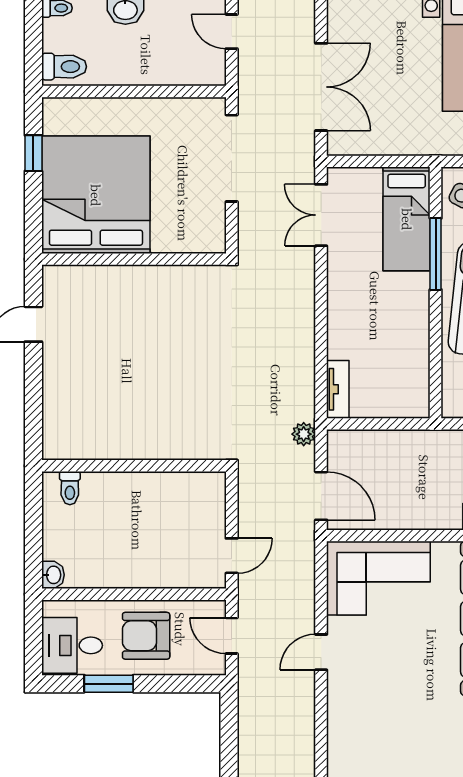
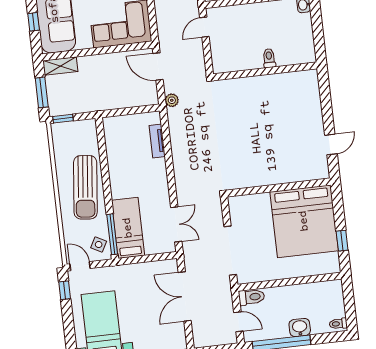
toilet: (64, 67) -> (252, 297), moved, turned 180
window: (436, 254) -> (112, 234), moved
tv unit: (338, 389) -> (157, 141), moved
toilet: (70, 488) -> (269, 58), moved

